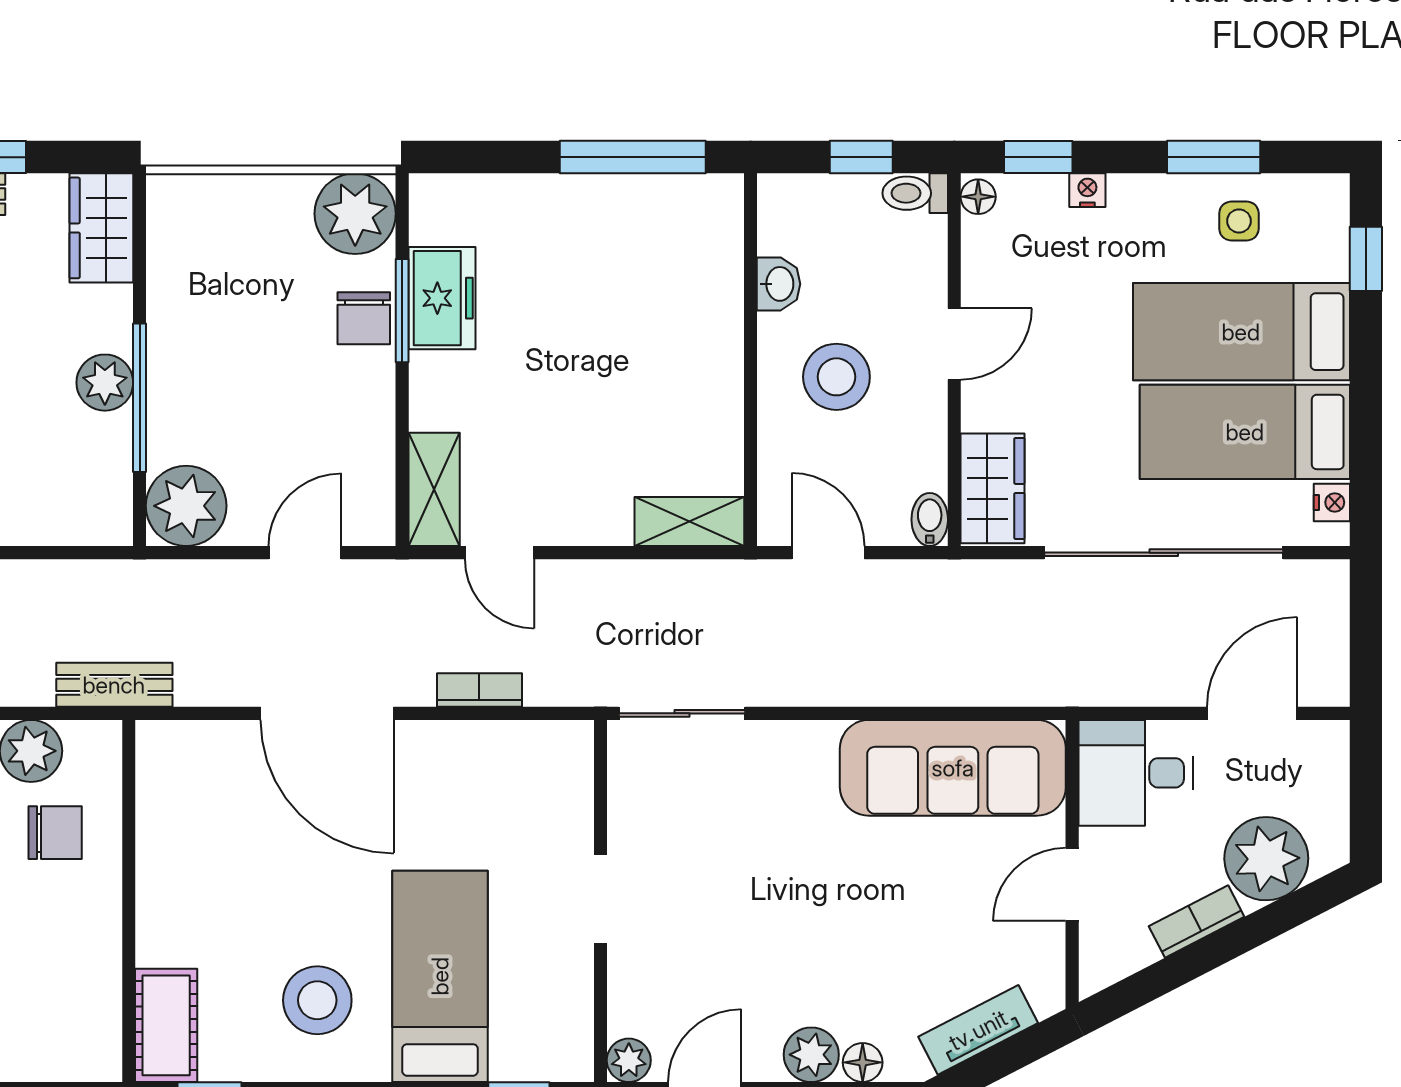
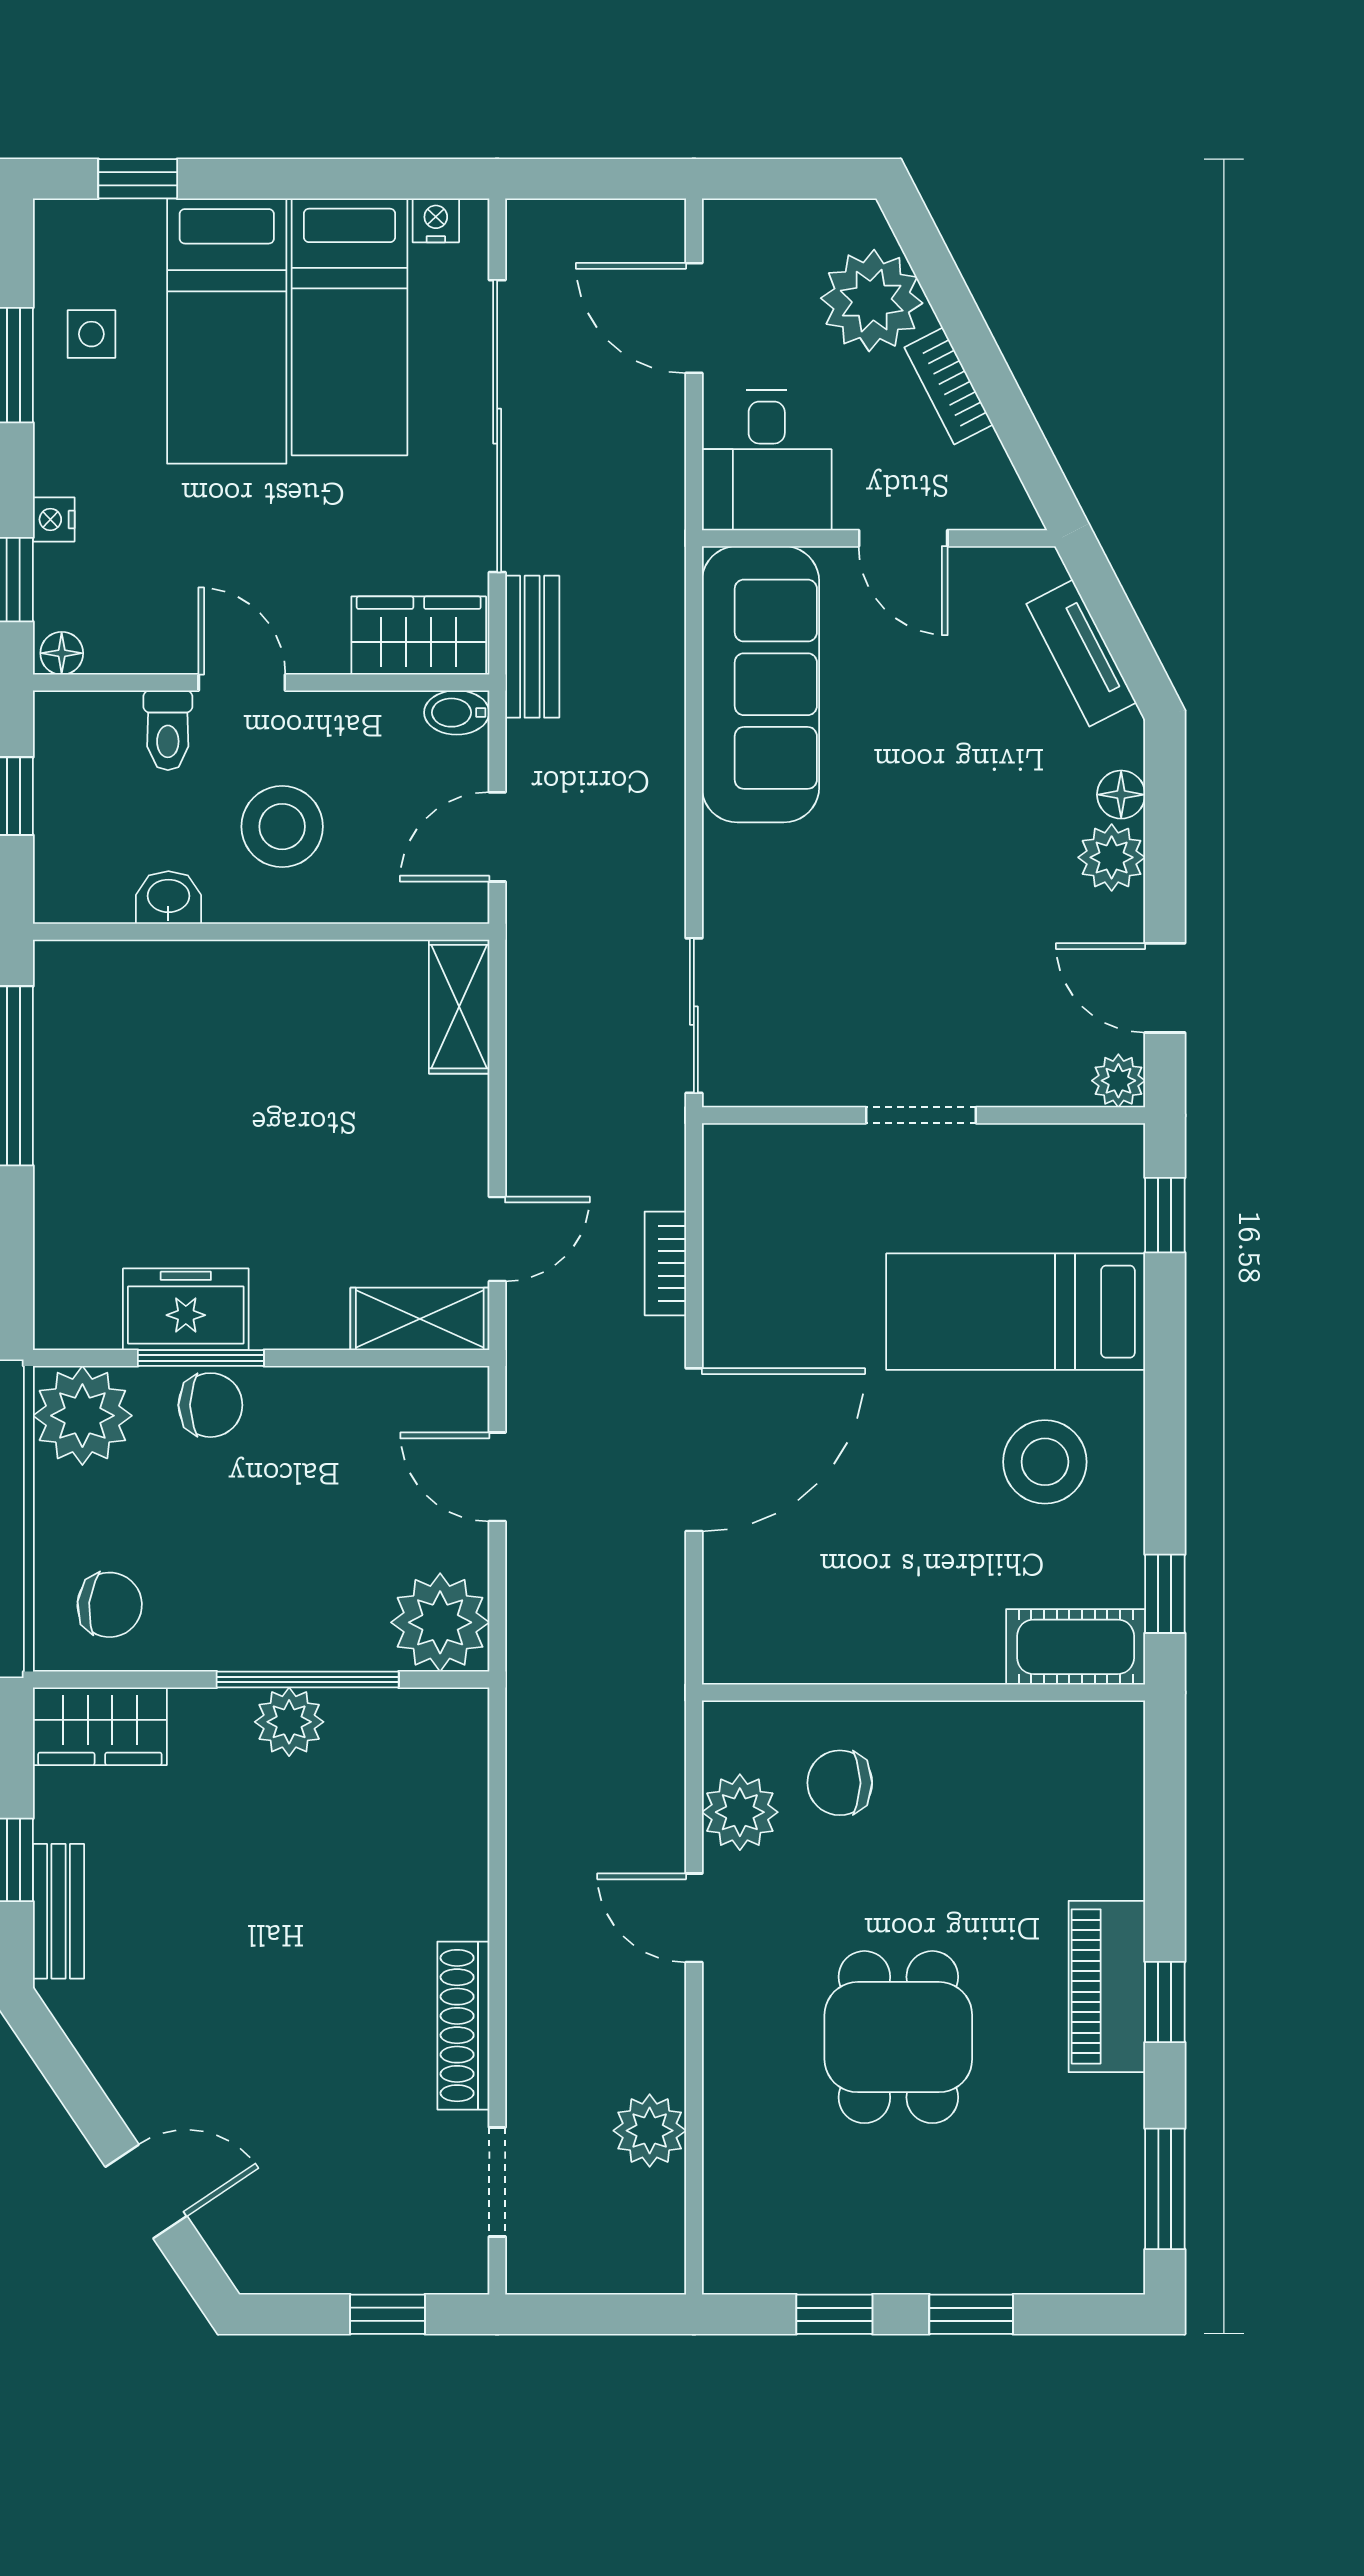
toilet: (915, 193) -> (168, 730), moved
chair: (200, 236) -> (110, 1605), added
bench: (114, 685) -> (532, 647), moved
chair: (55, 833) -> (840, 1783), turned -90

